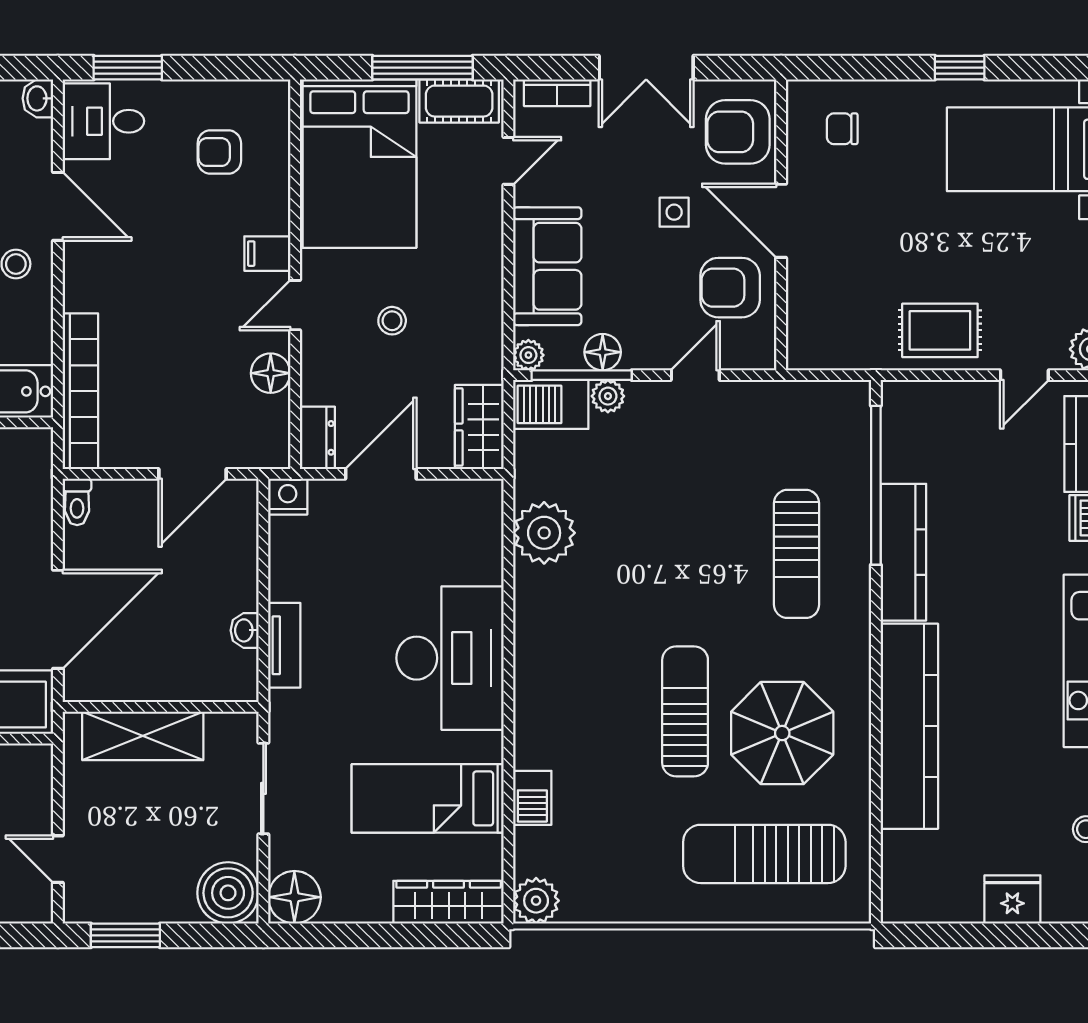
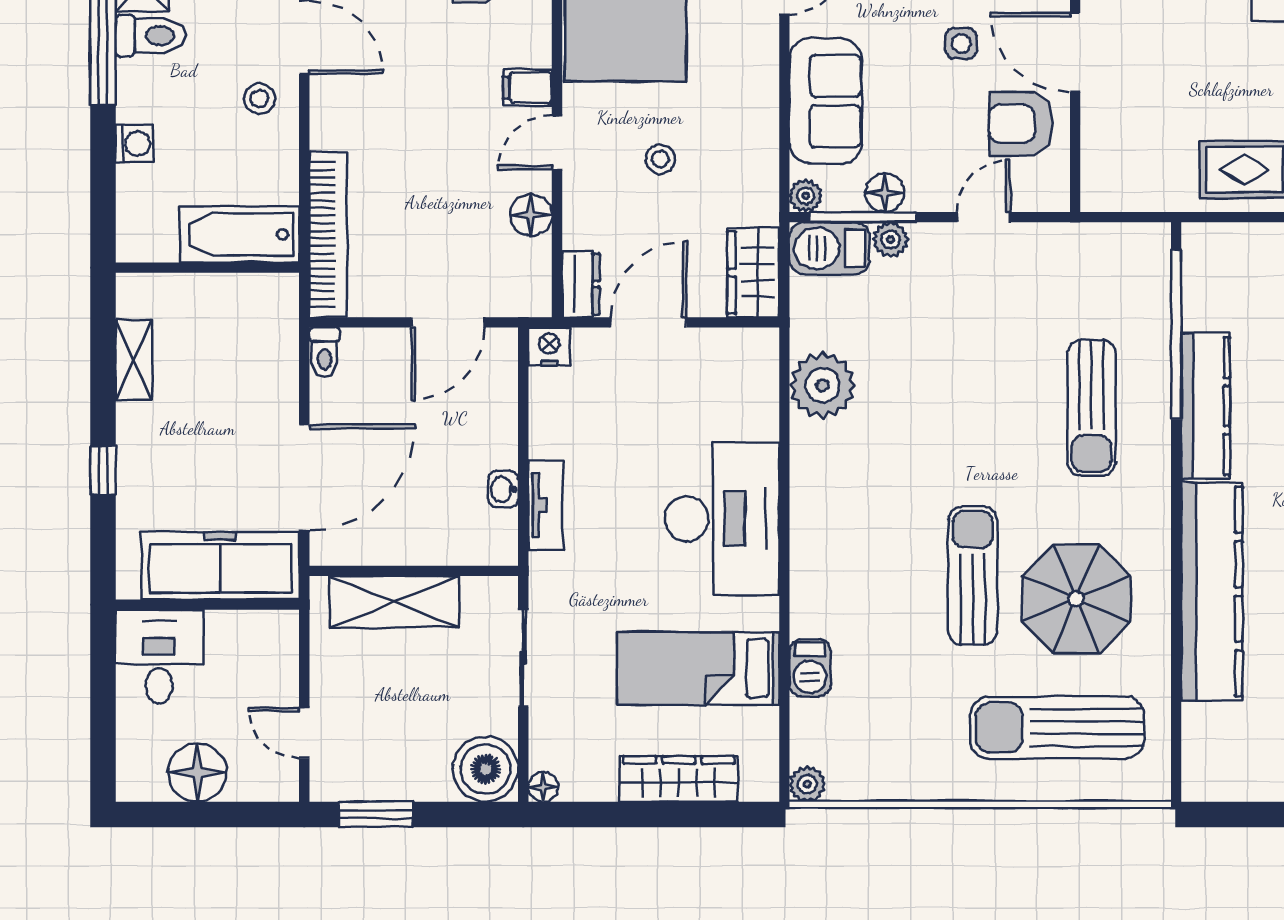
floor lamp: (294, 897) -> (543, 787), width x0.53, depth x0.53
plant: (536, 901) -> (807, 784), width x0.73, depth x0.73
wardrobe: (449, 902) -> (679, 779), moved

